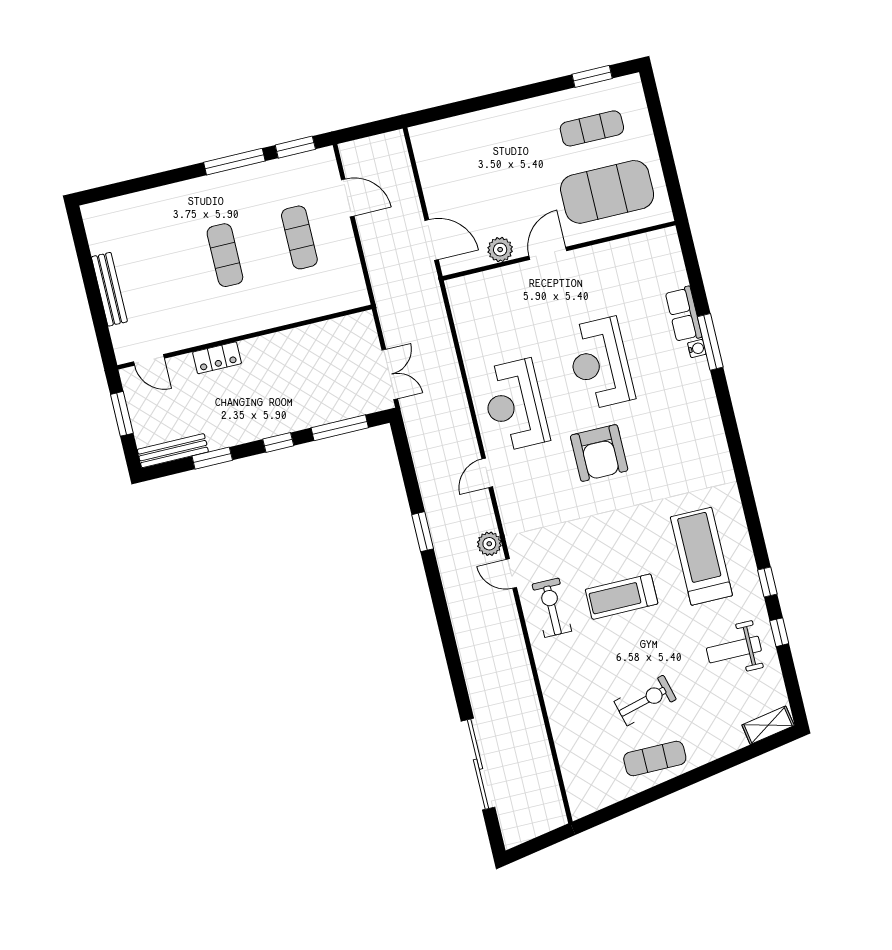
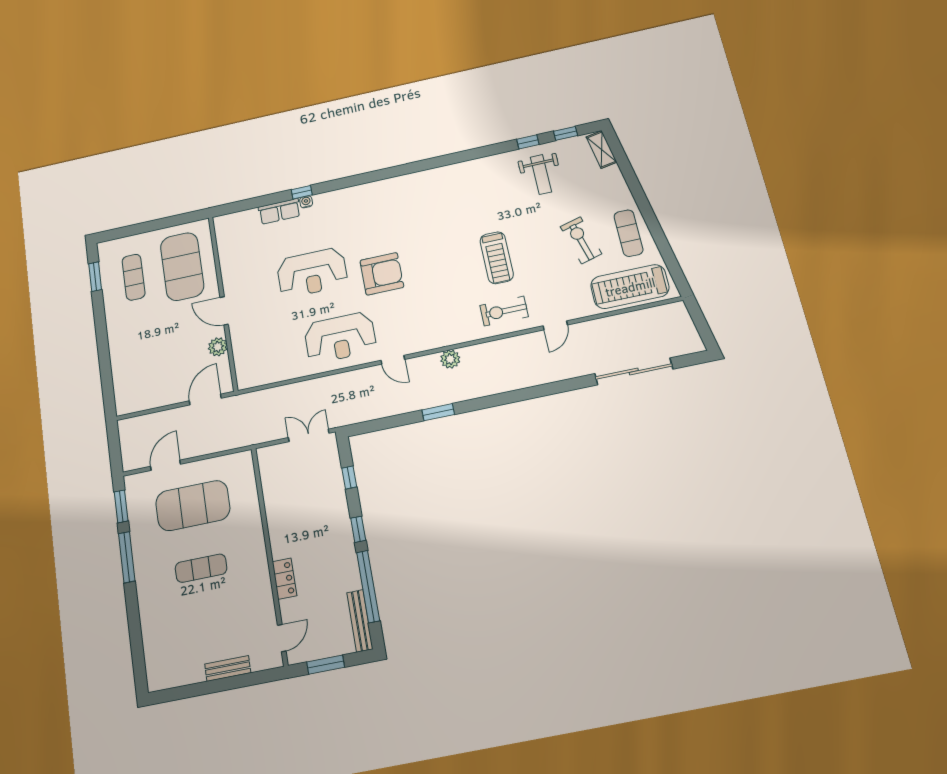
exercise mat: (299, 237) -> (193, 506), width x2.00, depth x1.45
bench: (109, 289) -> (228, 668), width x0.73
window: (710, 342) -> (302, 192), width x0.46
window: (340, 428) -> (349, 477), width x0.46
window: (212, 458) -> (368, 586), width x2.11
treadmill: (701, 556) -> (630, 287), moved
door: (511, 574) -> (555, 325), moved
window: (767, 582) -> (566, 133), moved

